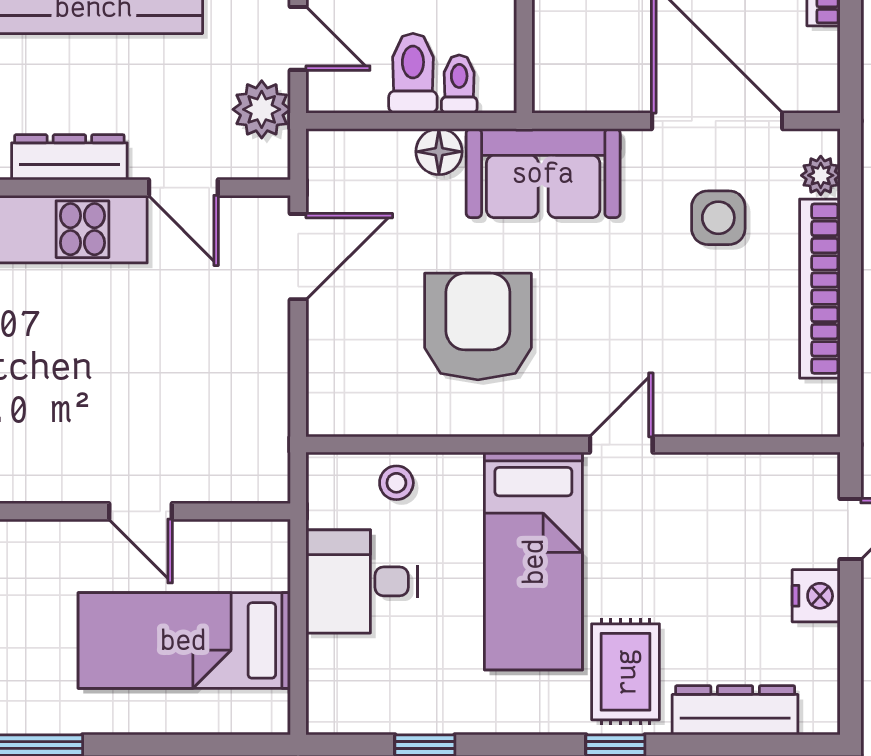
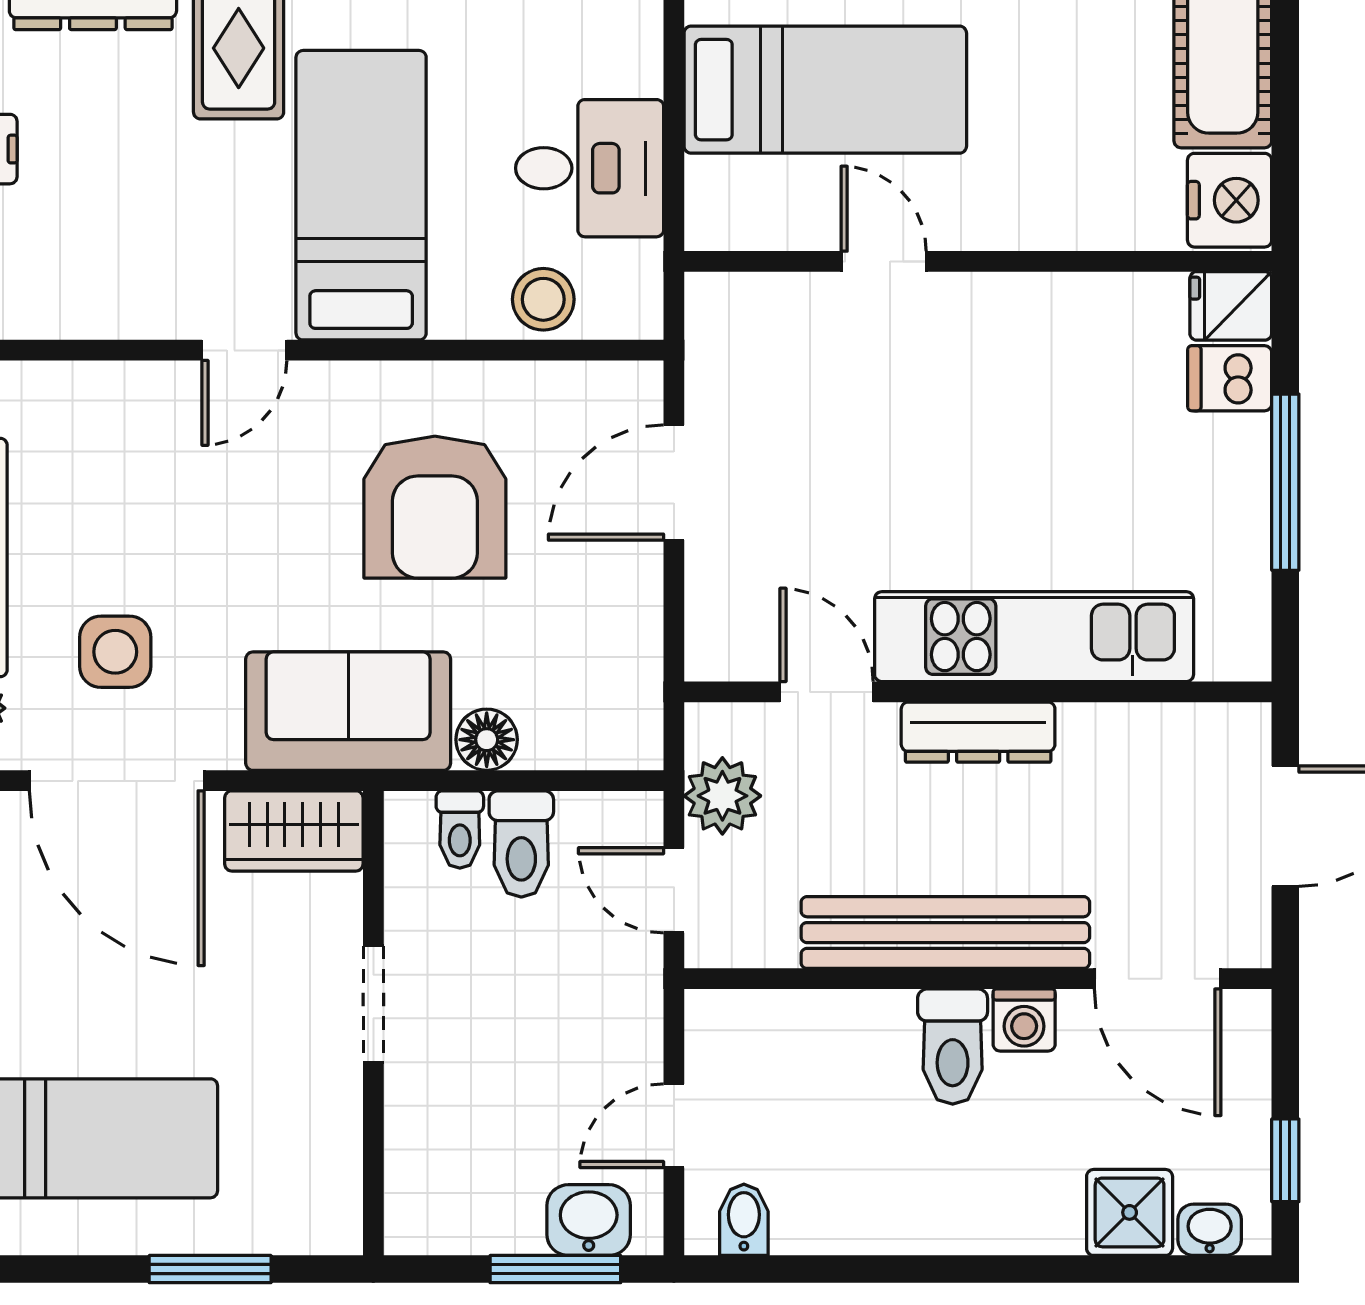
wardrobe: (584, 83) -> (294, 831), added
door: (298, 257) -> (674, 483), moved
stool: (396, 483) -> (543, 299), width x1.37, depth x1.37

